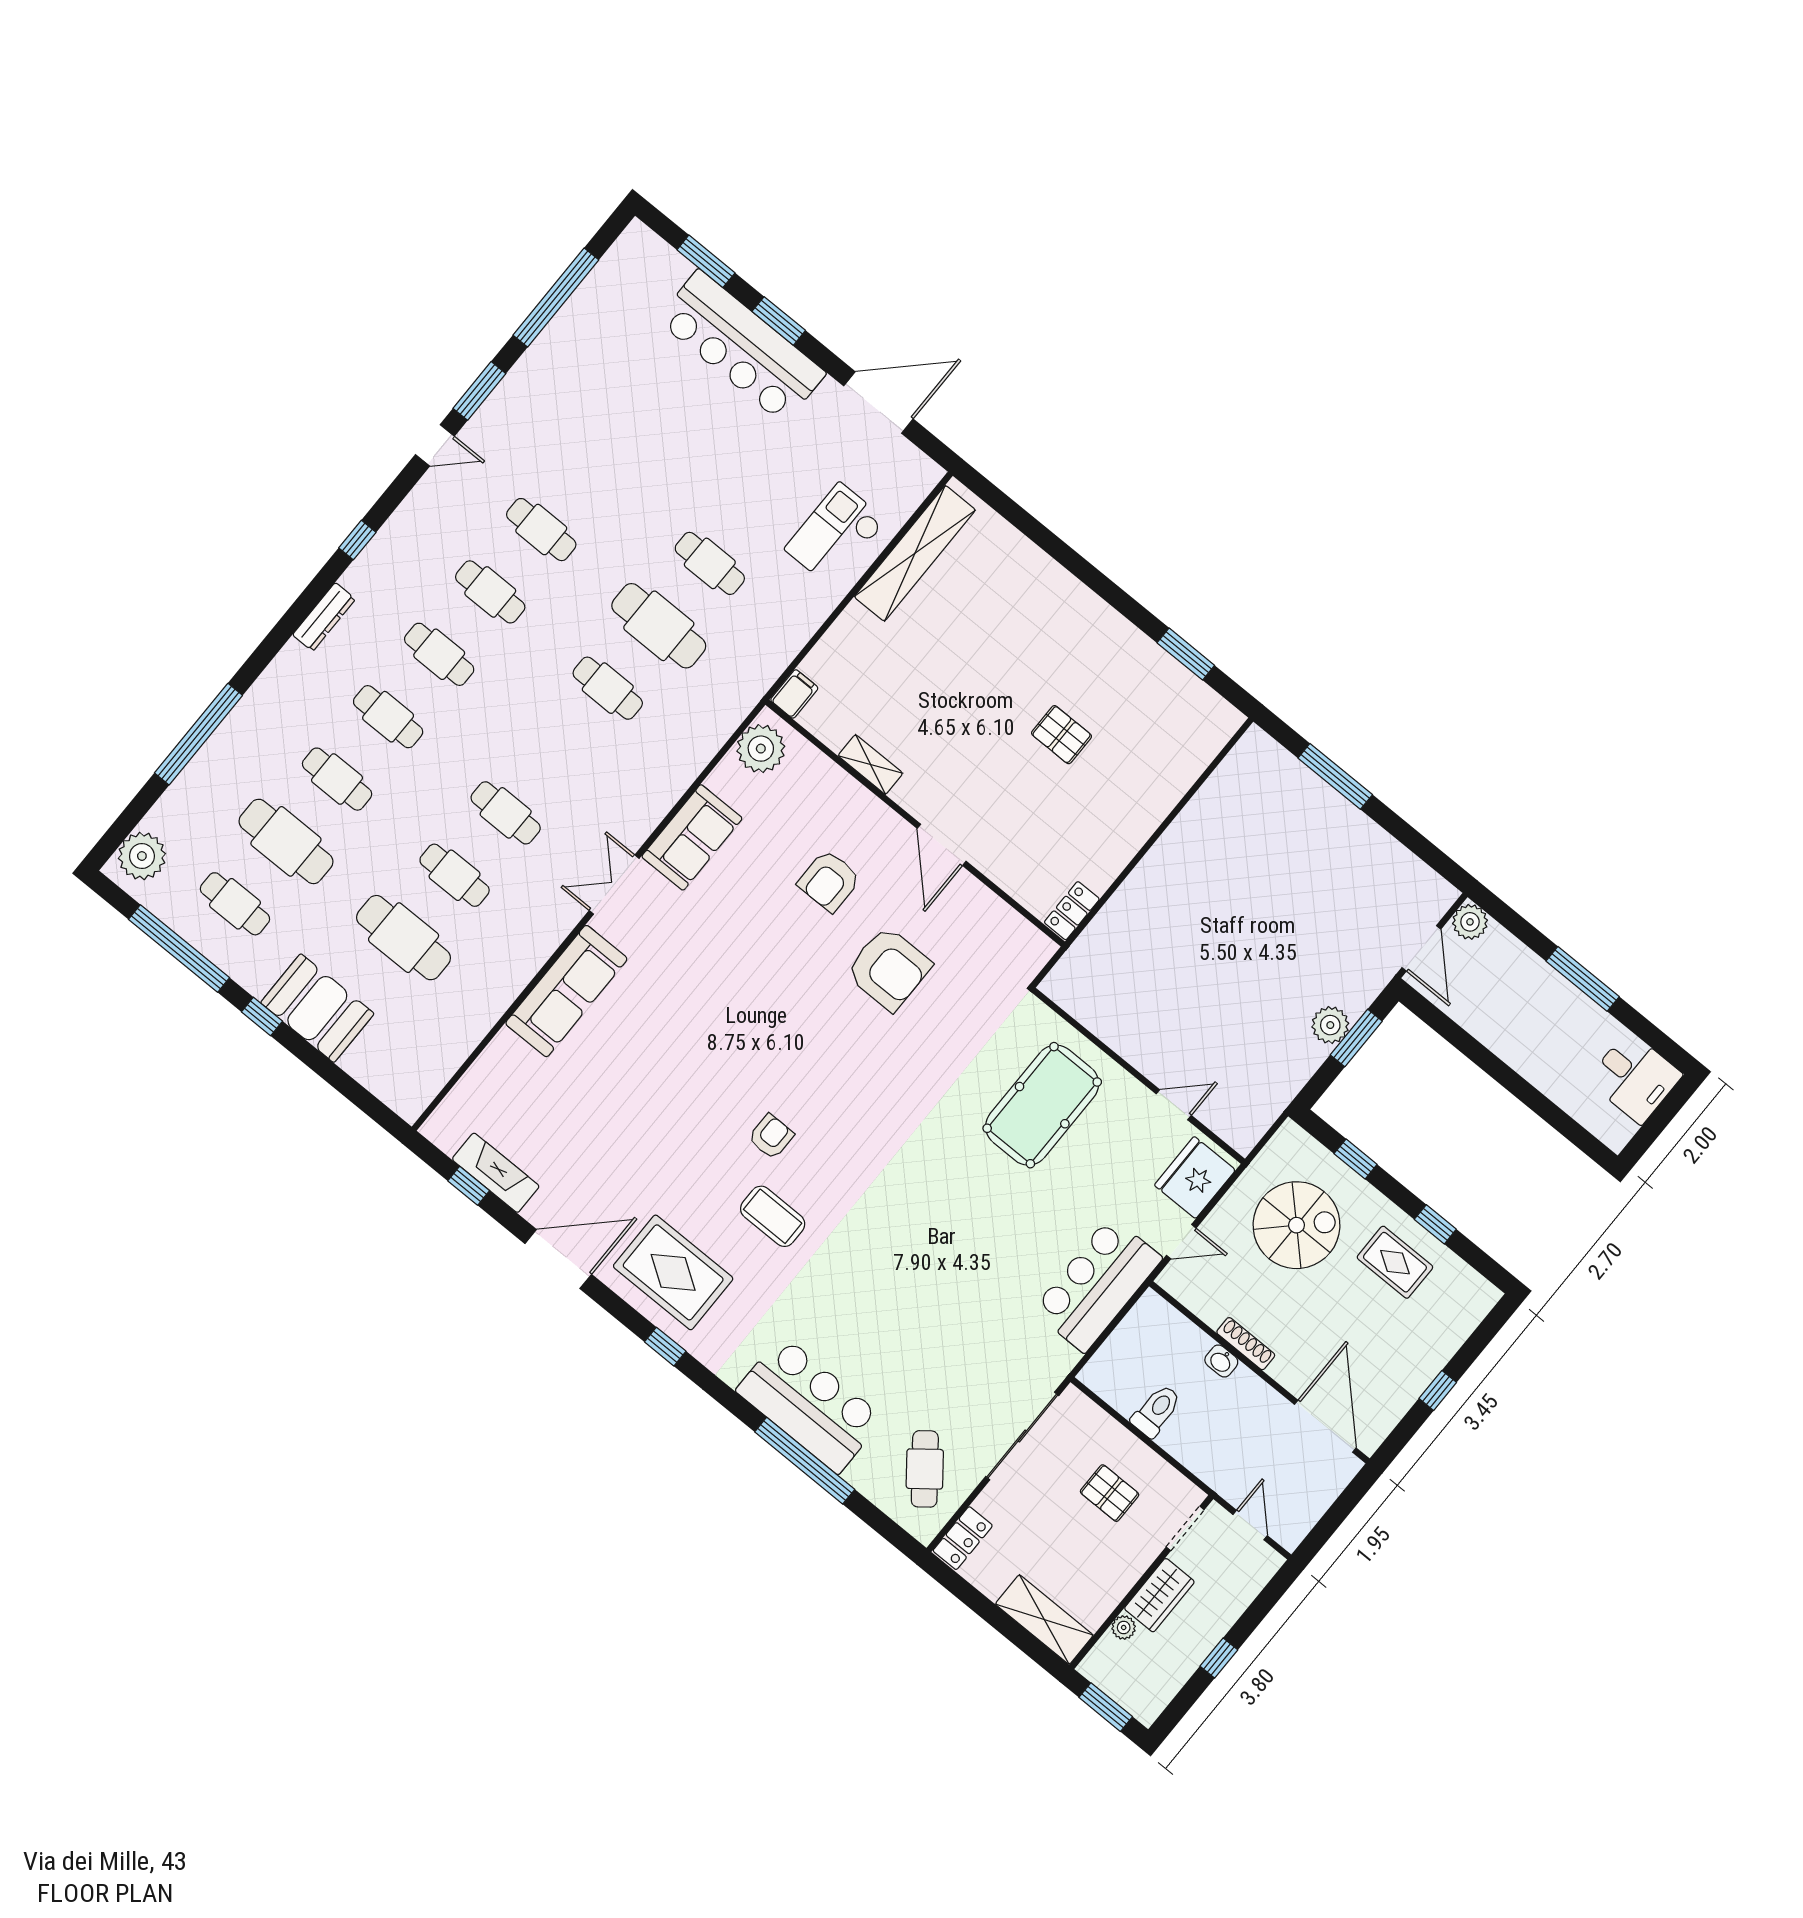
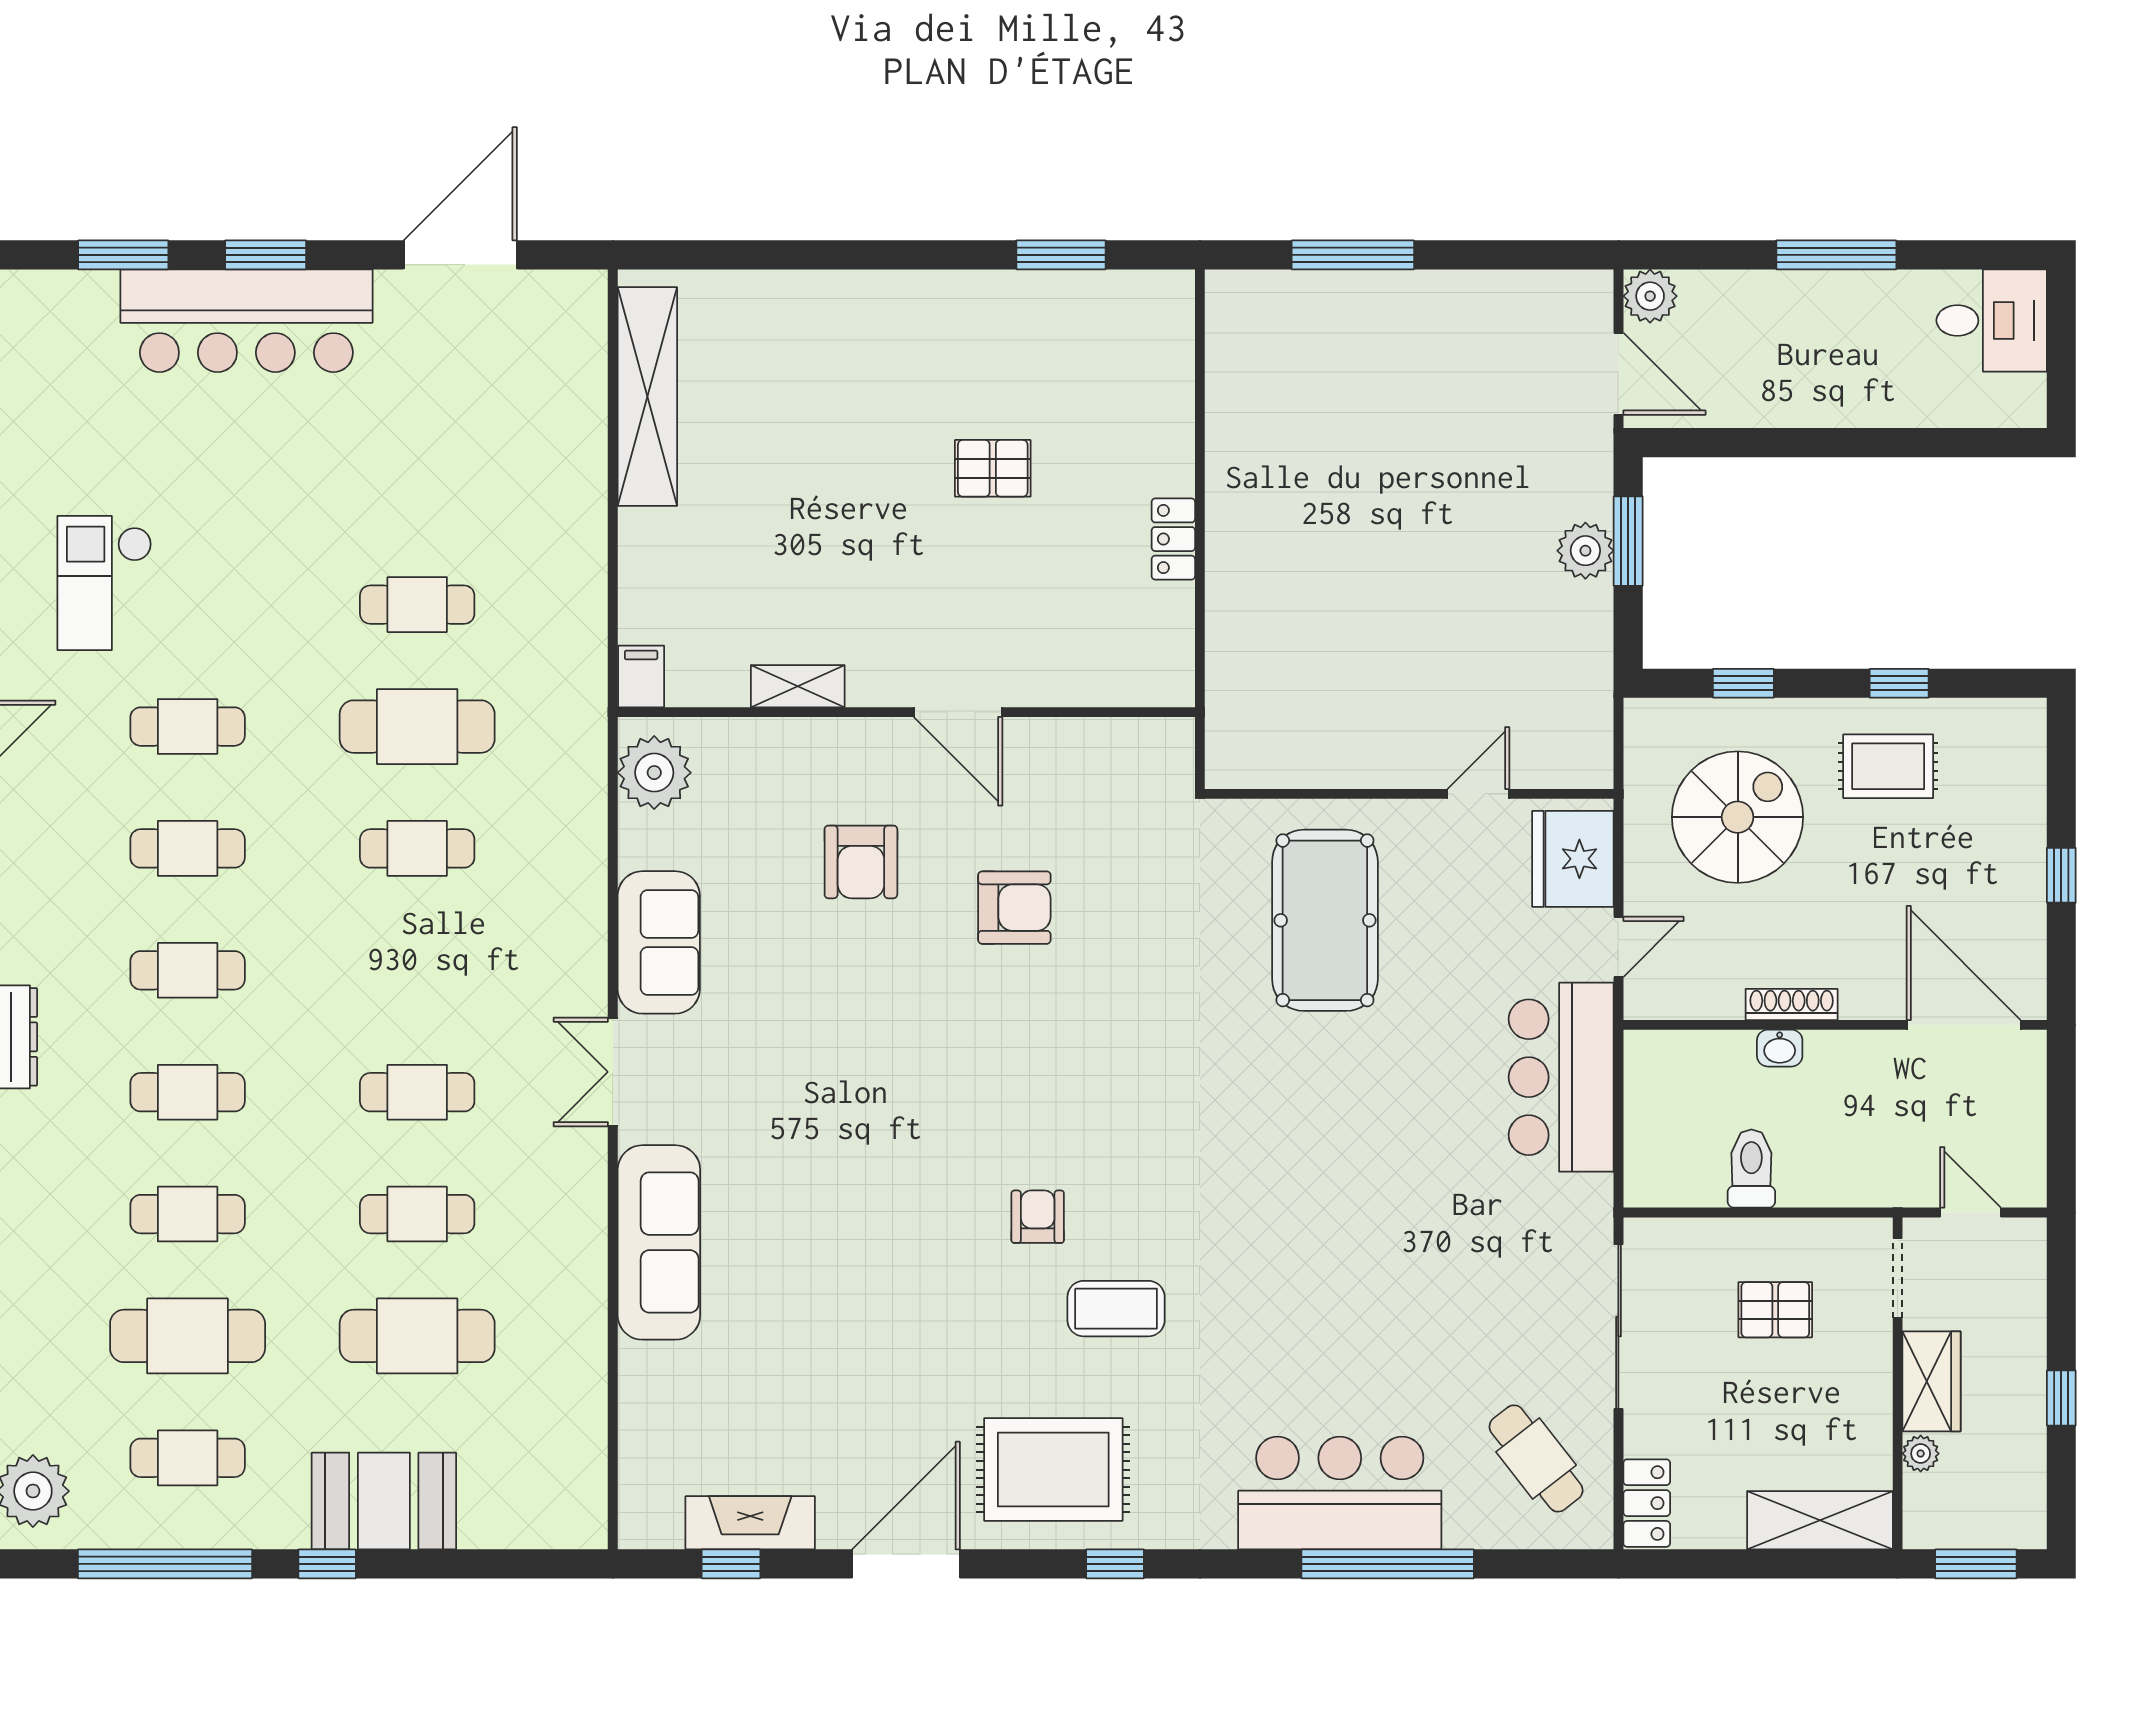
checkout: (835, 535) -> (104, 583), moved
locker: (1072, 911) -> (1173, 539), moved
armchair: (889, 969) -> (1014, 908), width x0.73, depth x0.73

